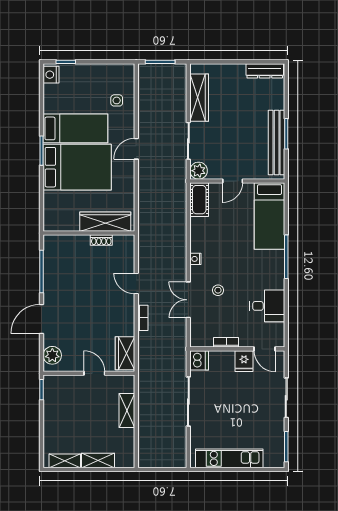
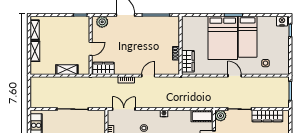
wardrobe: (105, 222) -> (188, 61), width x0.67
double door: (188, 300) -> (124, 109), moved
dishwasher: (199, 360) -> (99, 116), removed

